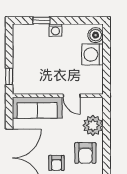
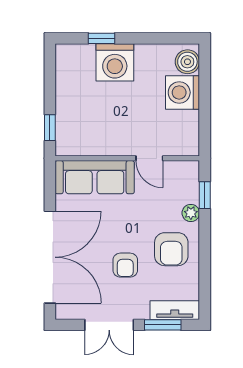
washing machine: (55, 30) -> (115, 62), width x1.89, depth x1.89
window: (106, 119) -> (205, 195), added
plant: (93, 125) -> (191, 213), width x0.53, depth x0.53

